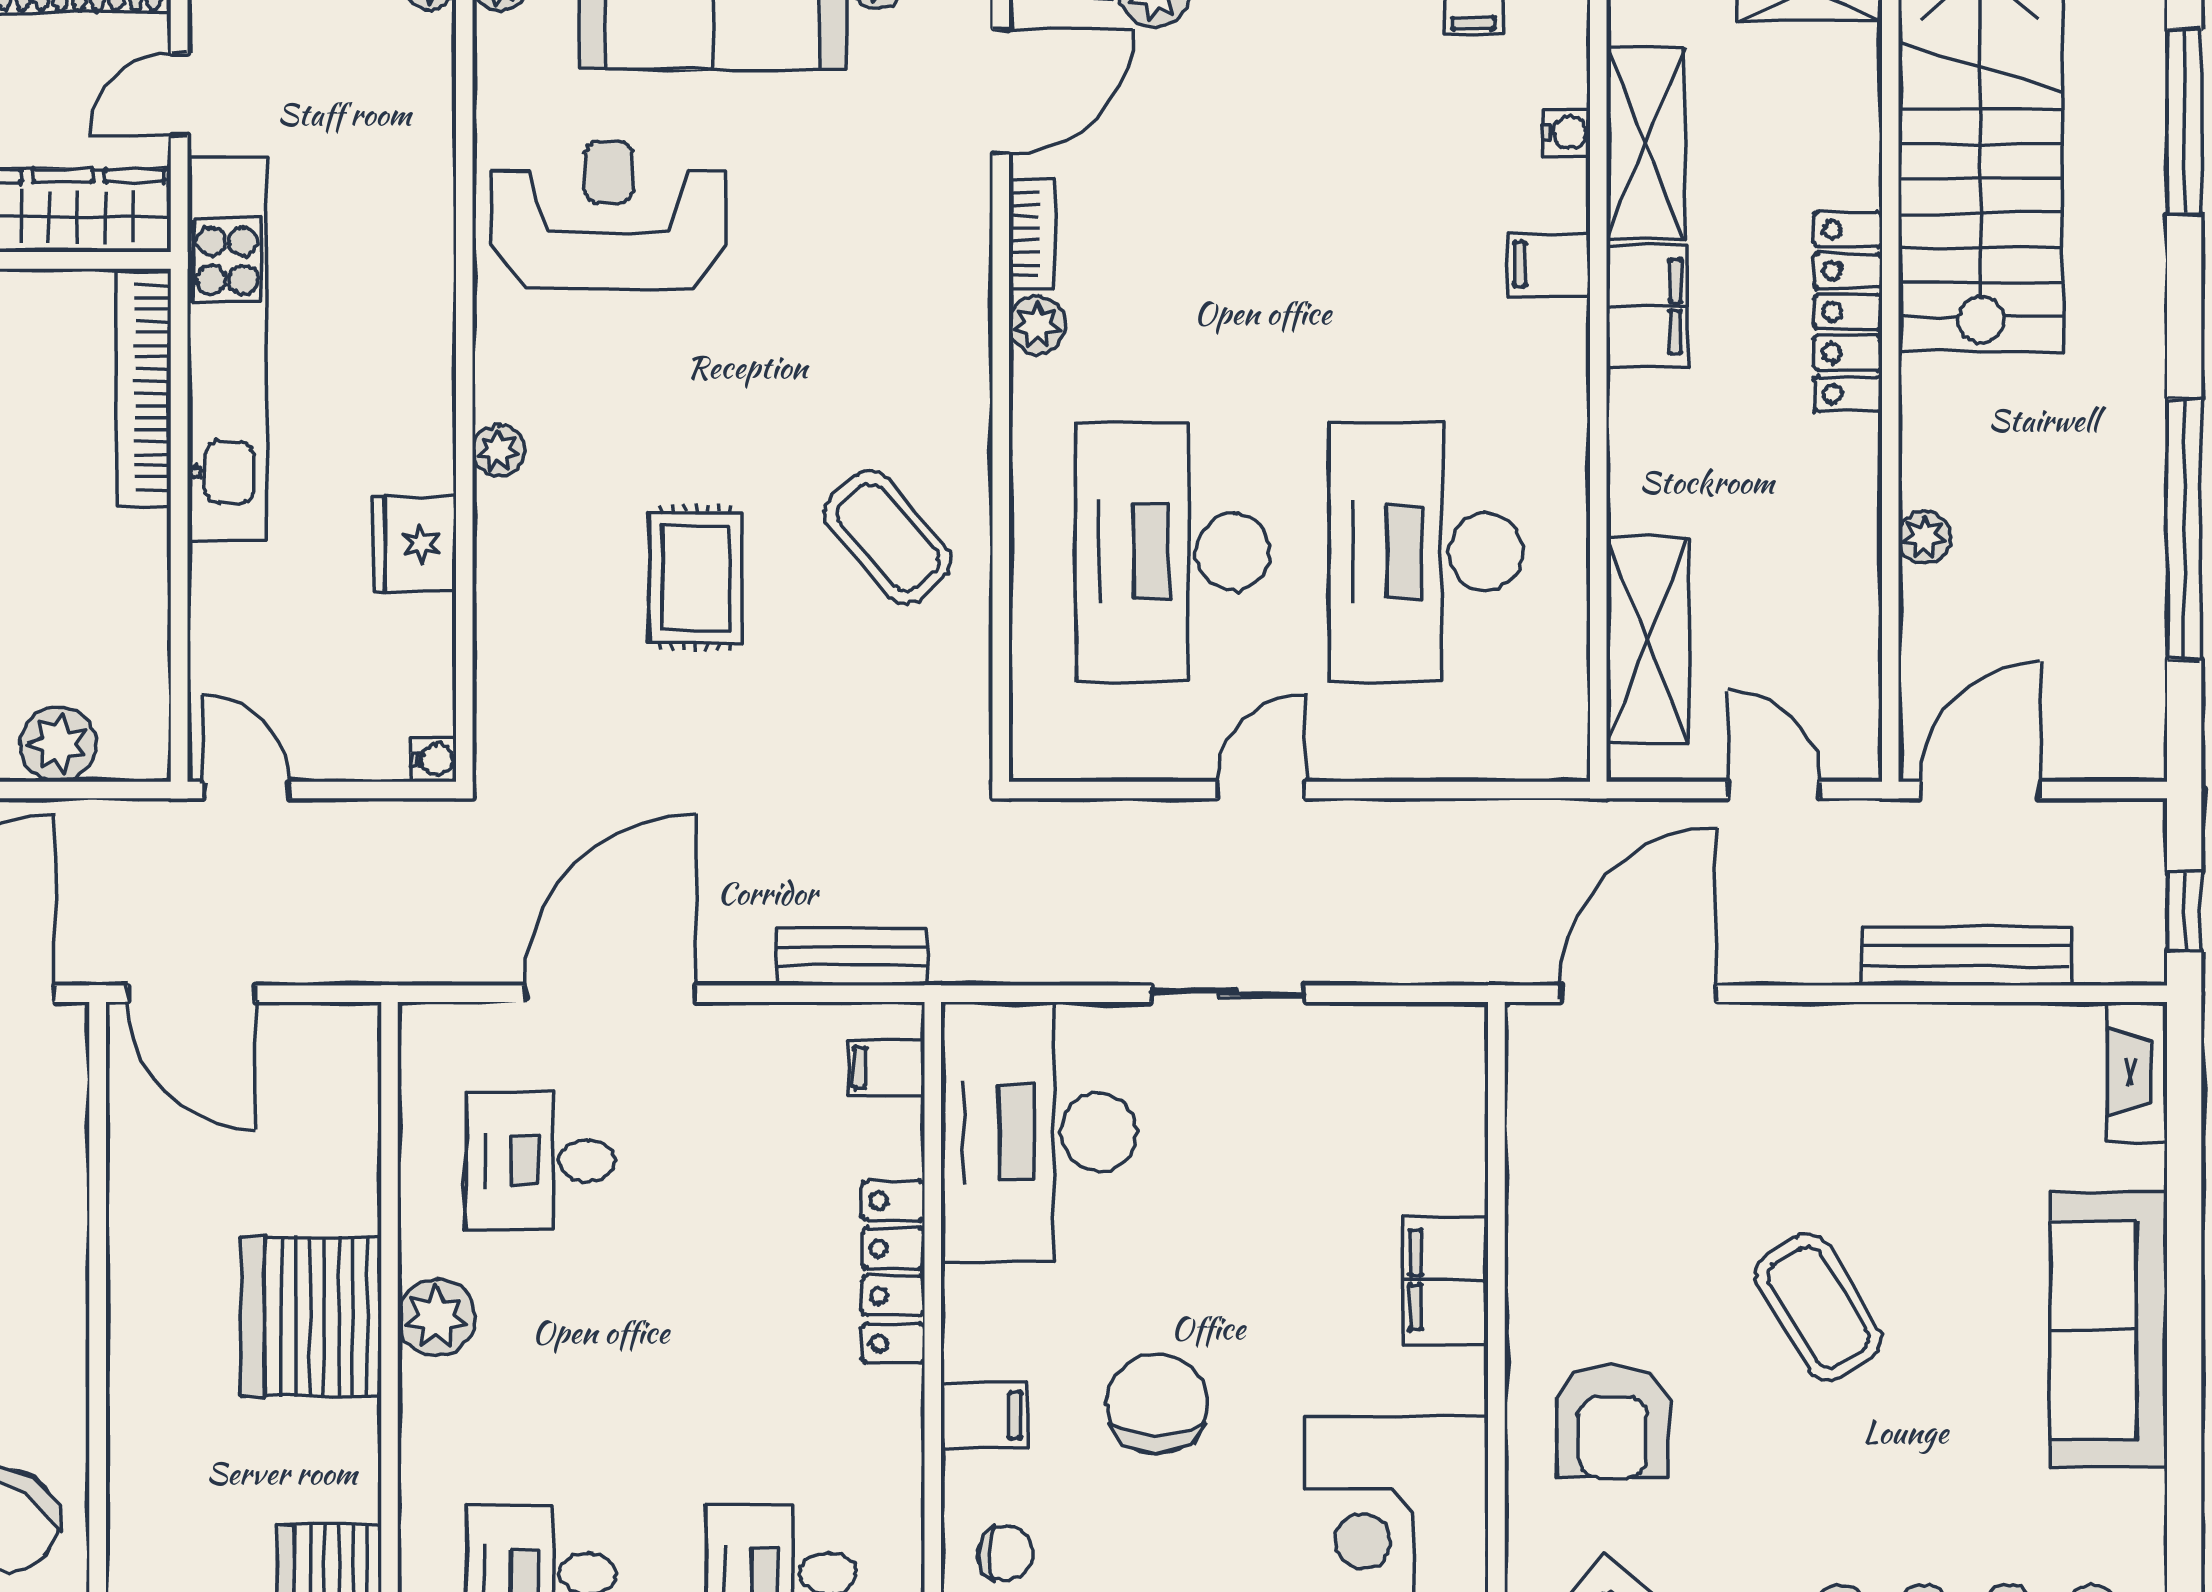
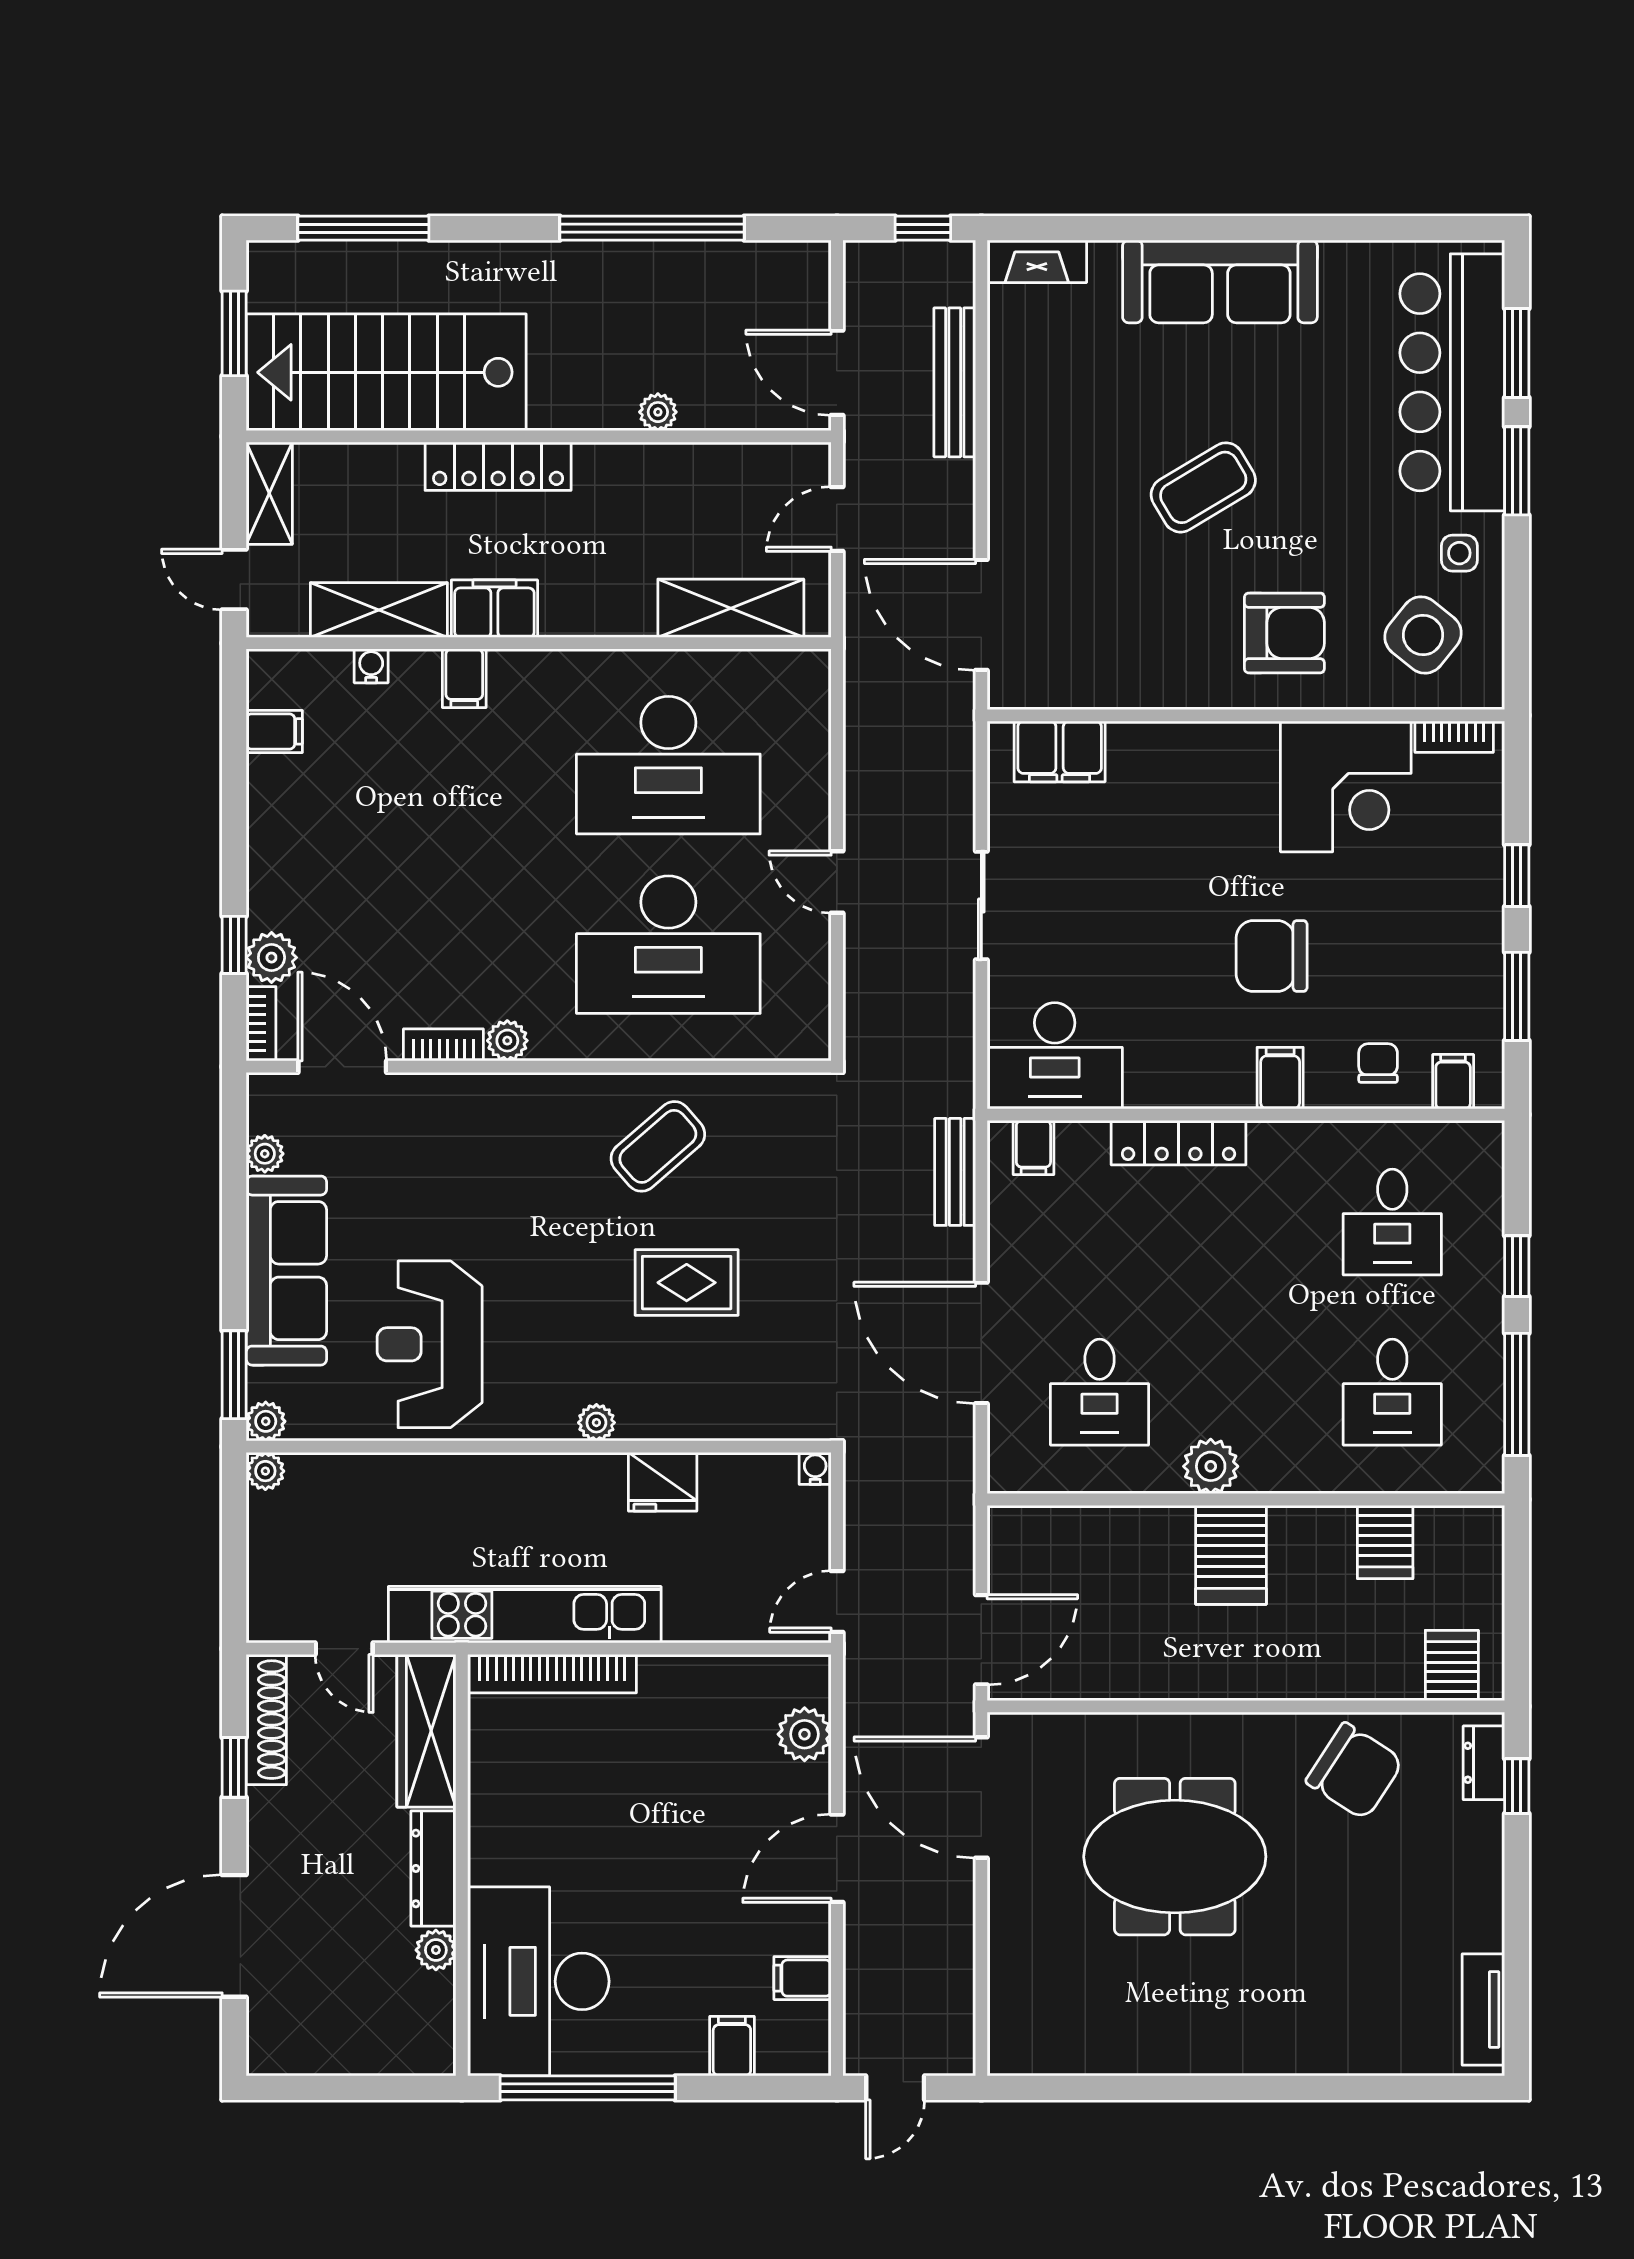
desk: (1038, 1132) -> (1055, 1056), width x0.73, depth x0.77
filing cabinet: (1445, 1280) -> (1060, 751), moved
server rack: (312, 1316) -> (1231, 1555), width x0.62

